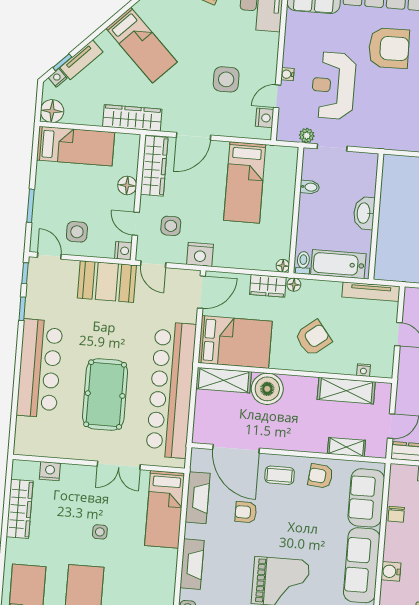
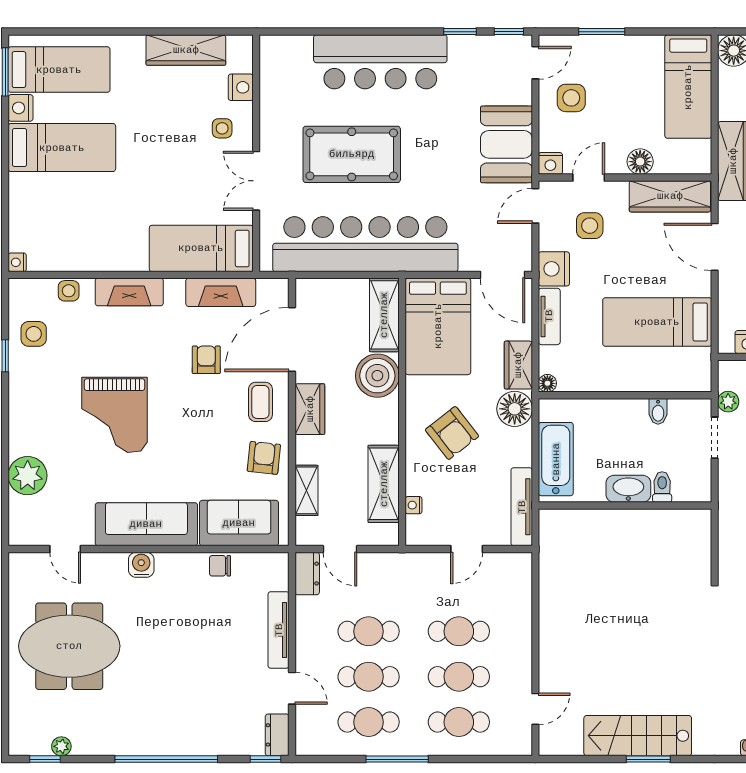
tv unit: (234, 261) -> (549, 316), added
toilet: (303, 263) -> (662, 487), moved, turned -90
floor lamp: (294, 285) -> (515, 409), width x1.89, depth x1.89
wardrobe: (288, 440) -> (310, 409), added
side table: (100, 532) -> (222, 128), moved

